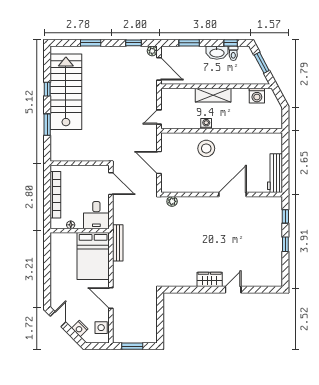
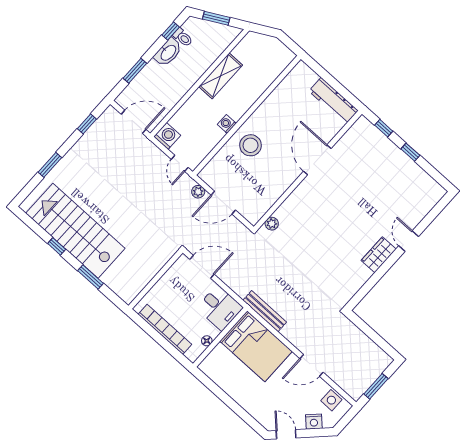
plant: (152, 51) -> (198, 192), moved
shelving: (213, 95) -> (221, 76), moved
washing machine: (257, 96) -> (167, 136), moved, turned -90

